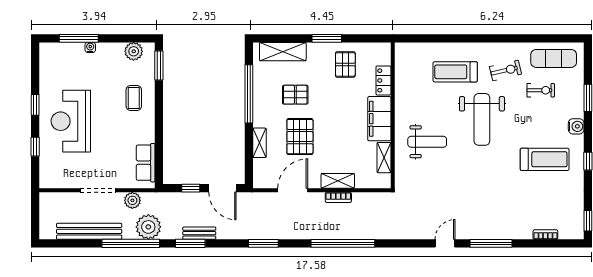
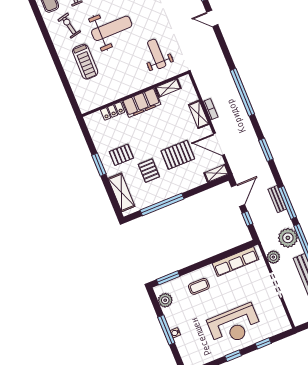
window: (79, 38) -> (166, 330), moved
pallet: (345, 64) -> (121, 155), moved
weight bench: (427, 142) -> (157, 54), moved
shelving: (259, 143) -> (216, 173), moved
row of seats: (146, 163) -> (236, 261), width x1.48
window: (190, 243) -> (287, 203), width x1.44

